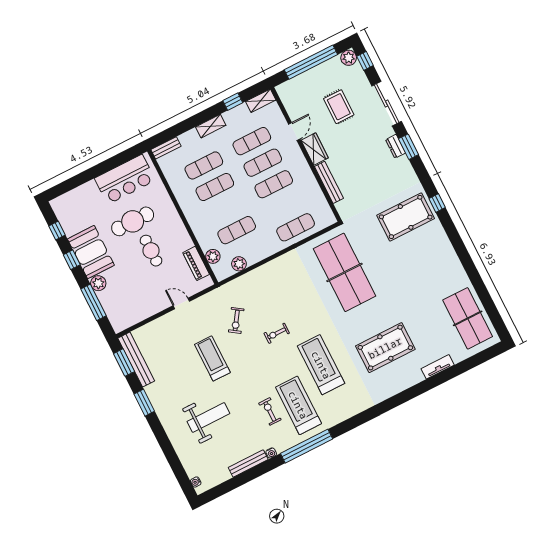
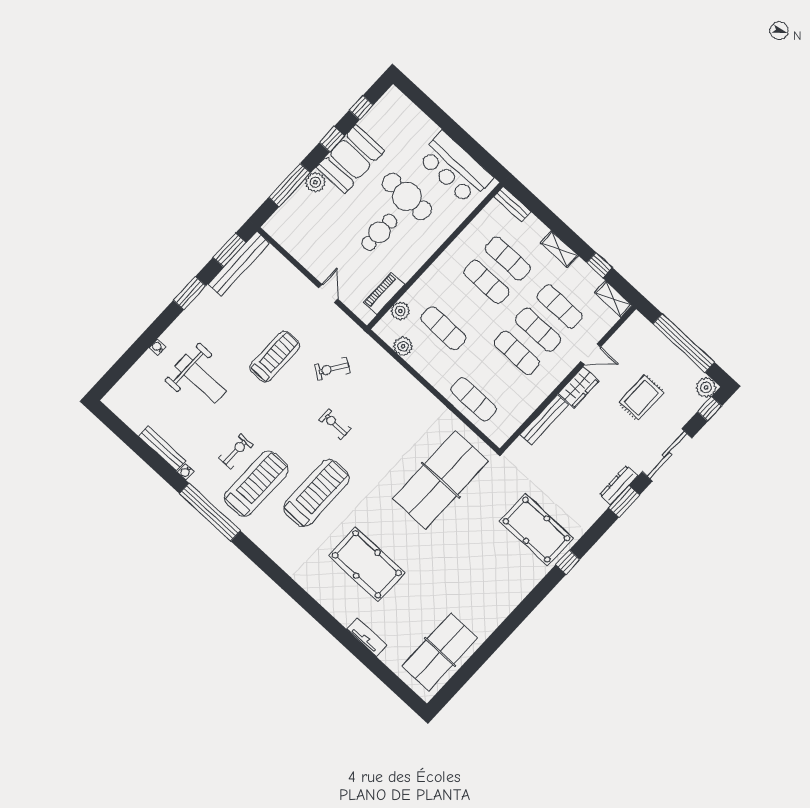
dresser: (395, 146) -> (619, 485), width x1.44
water cooler: (196, 482) -> (157, 347), moved

